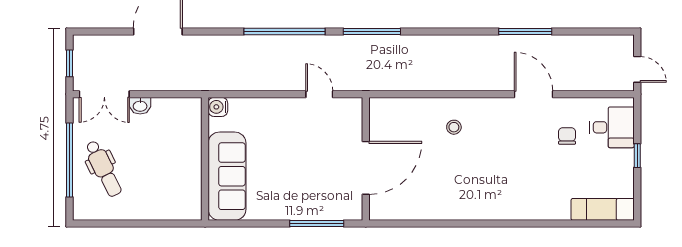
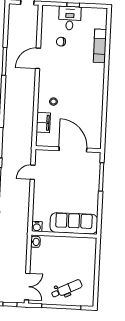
washbasin: (140, 106) -> (35, 242), moved
filing cabinet: (414, 110) -> (43, 123), added
desk: (612, 127) -> (70, 18), moved
exam couch: (603, 209) -> (100, 46), moved

